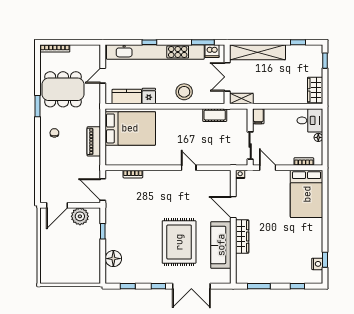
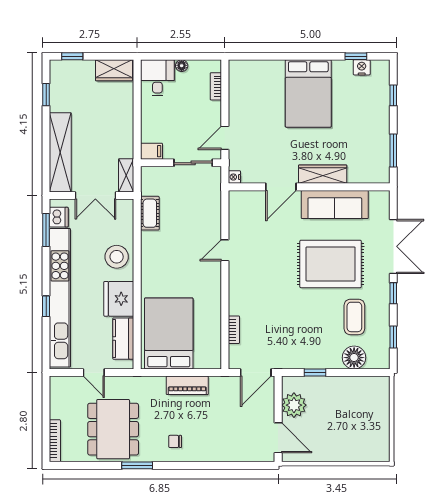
fridge: (149, 96) -> (119, 299), width x1.88, depth x1.34
bed: (307, 194) -> (308, 93), moved, turned 90
coffee table: (142, 259) -> (354, 317), added

